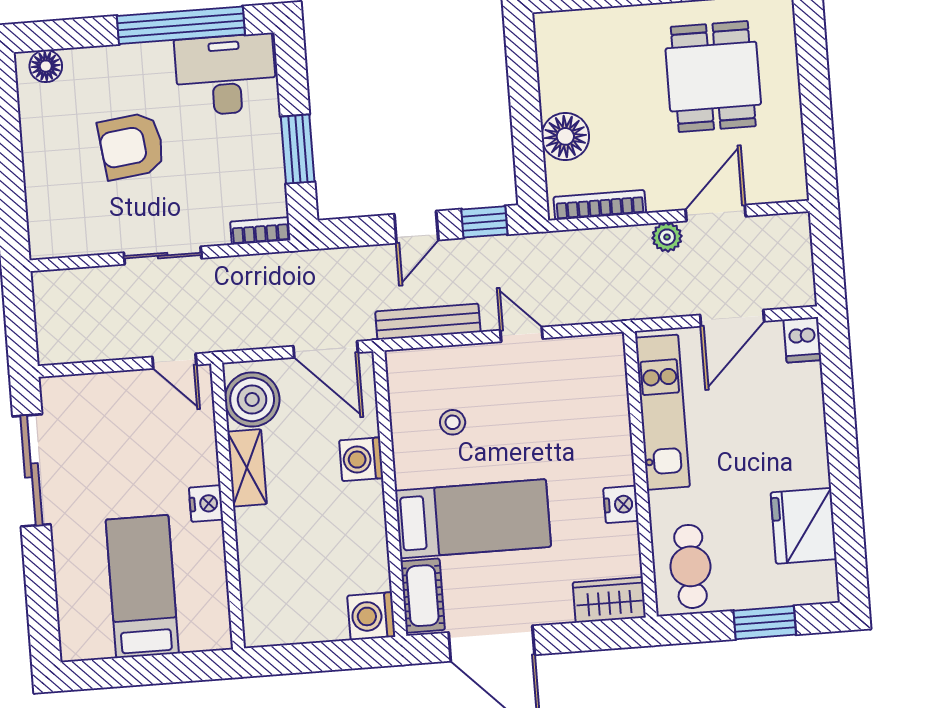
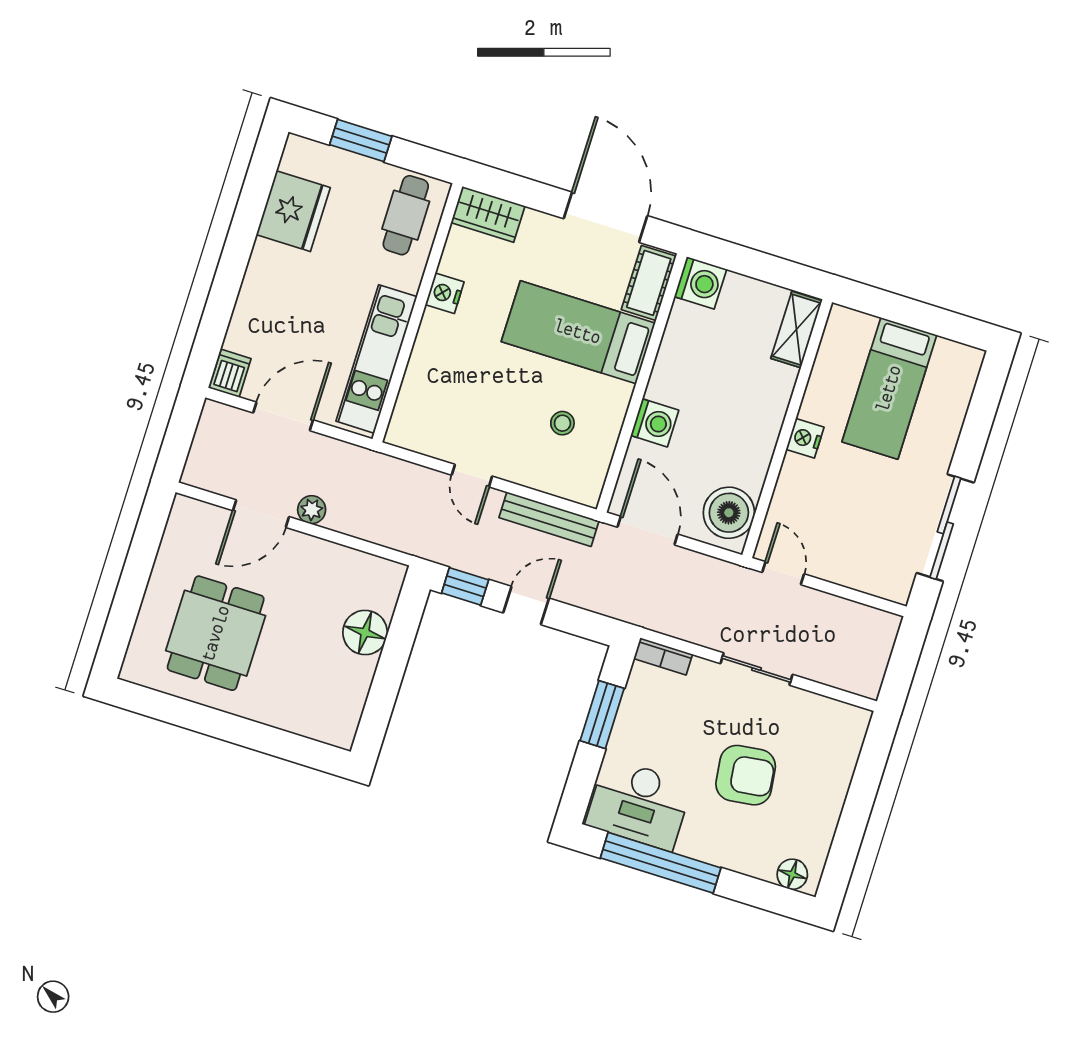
bookcase: (600, 205) -> (359, 561), removed
shelving: (247, 468) -> (796, 330), moved

